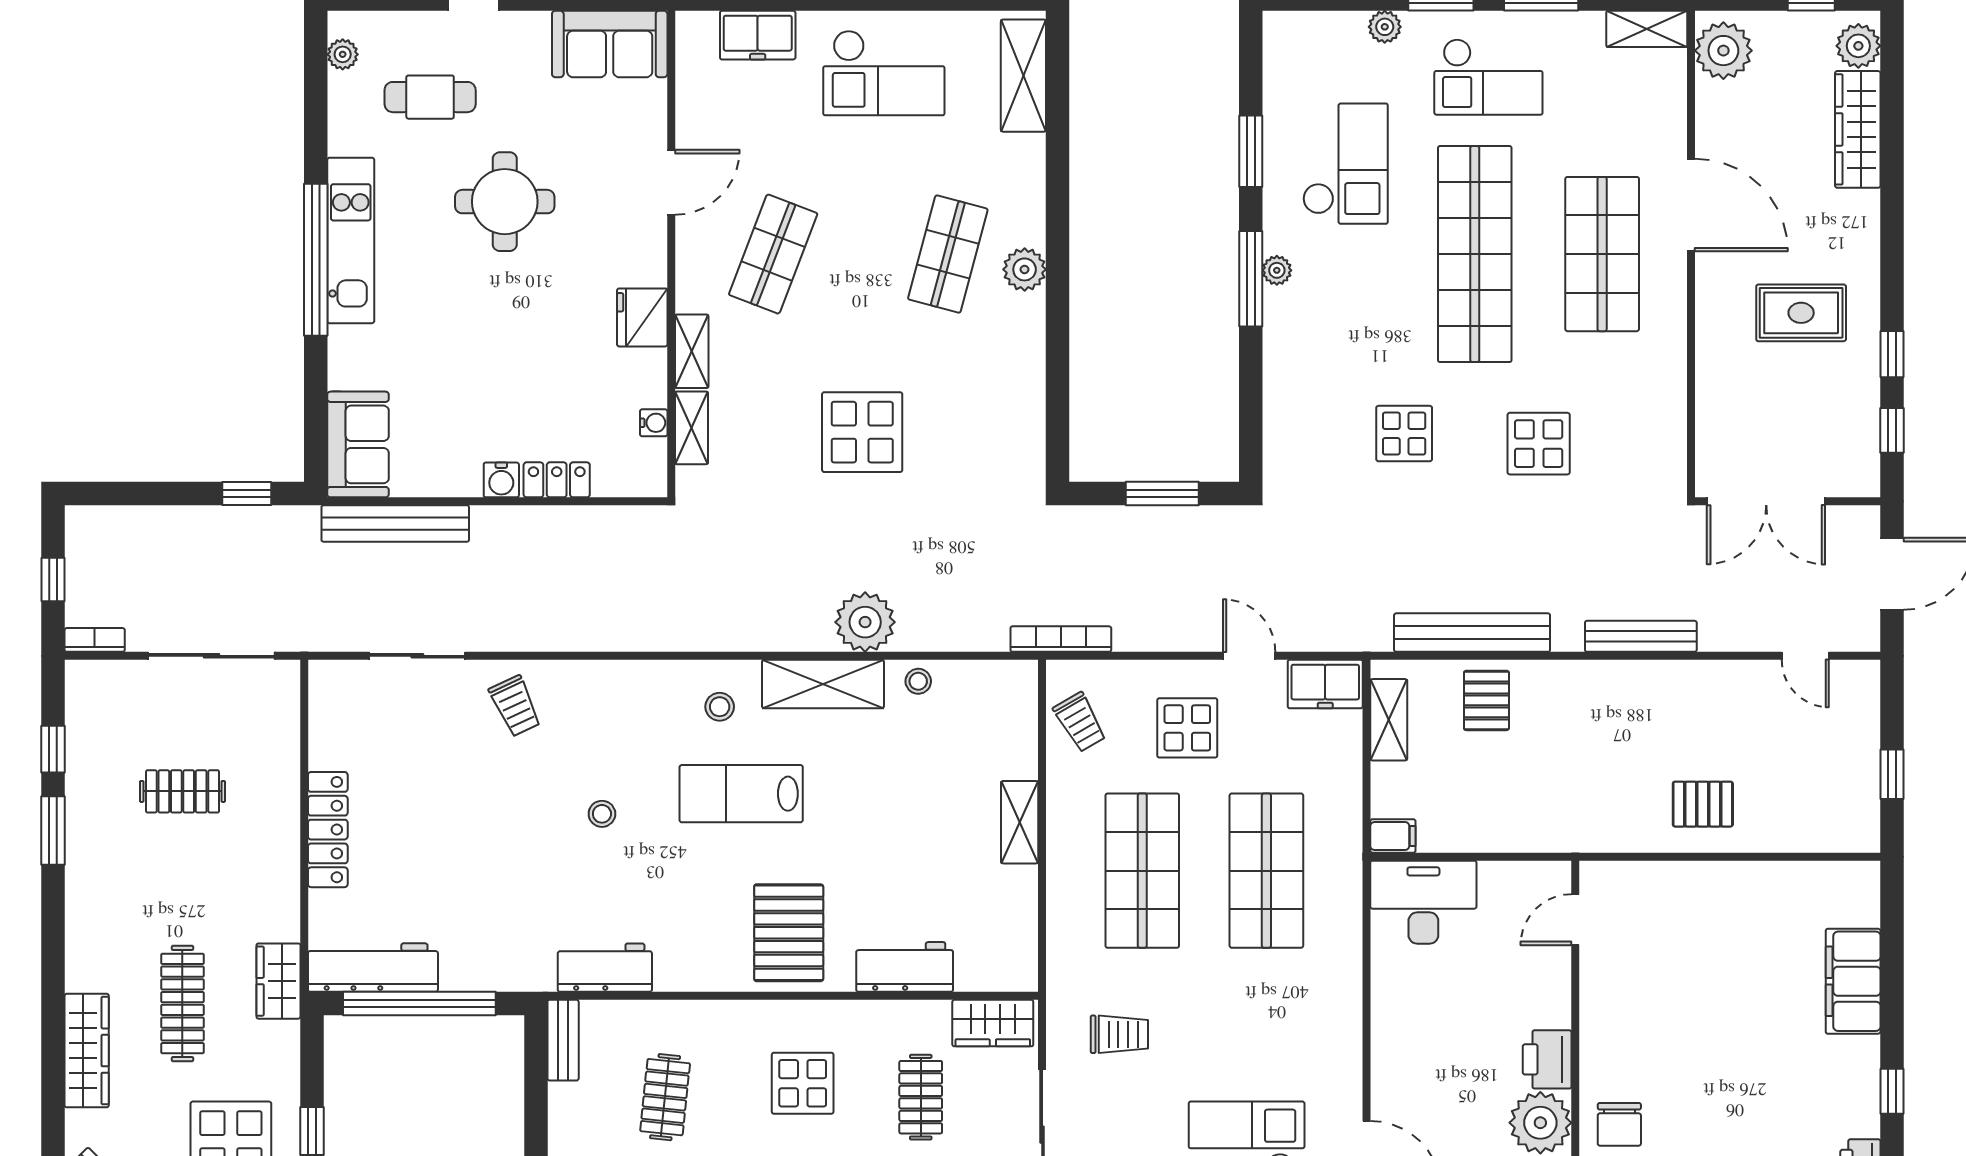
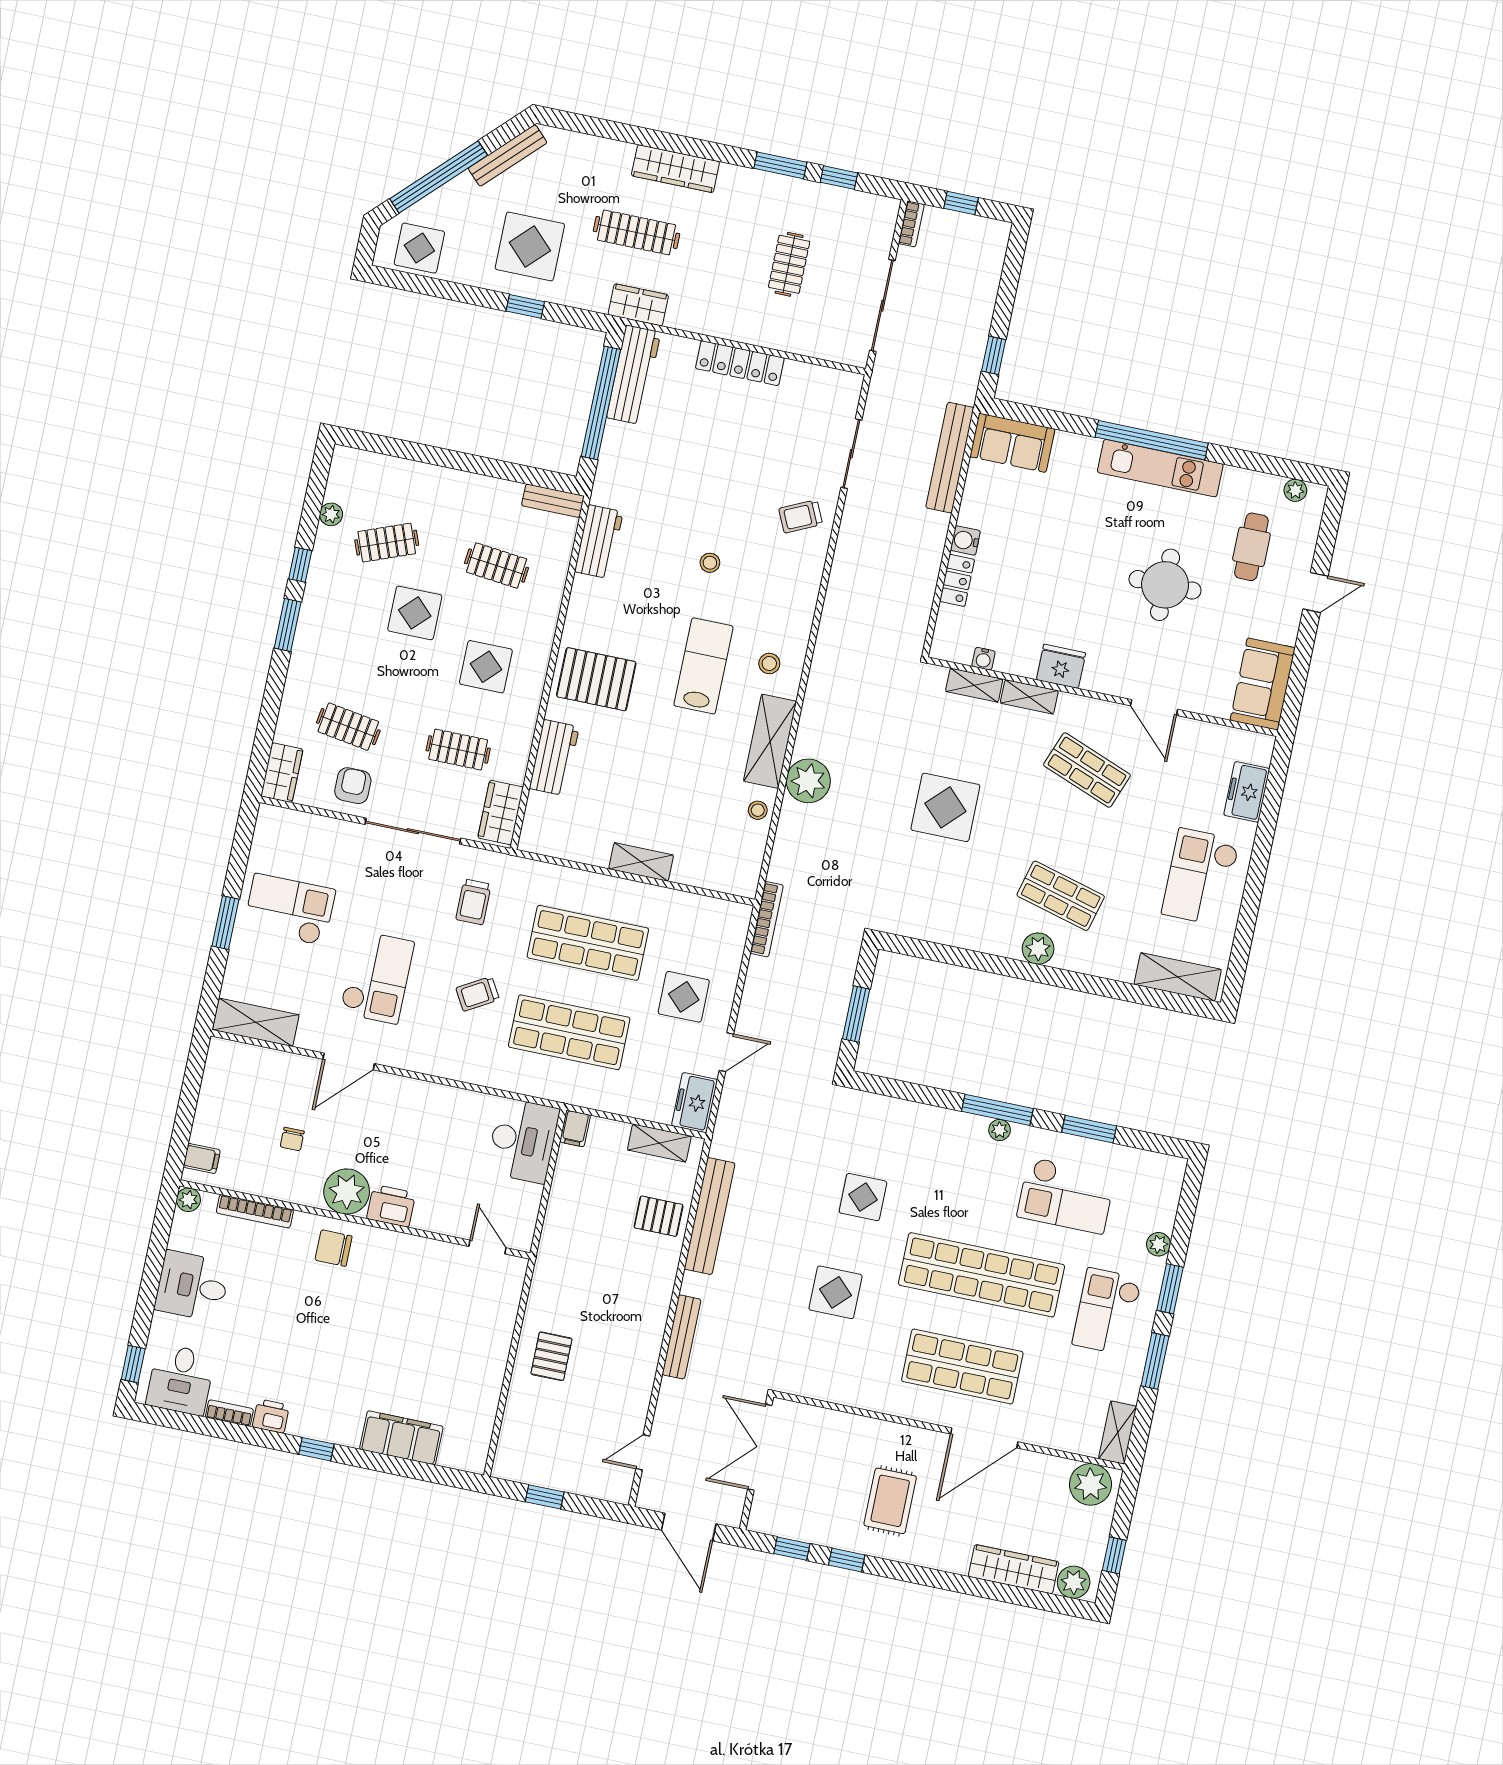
trolley: (1080, 722) -> (478, 994), moved
wardrobe: (87, 1051) -> (675, 169), moved

